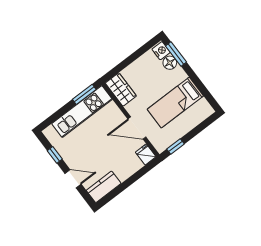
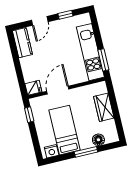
nightstand: (161, 51) -> (52, 151), moved
window: (176, 54) -> (86, 152), moved
wardrobe: (121, 89) -> (104, 107), moved, turned 90

